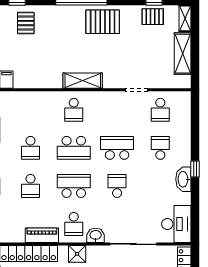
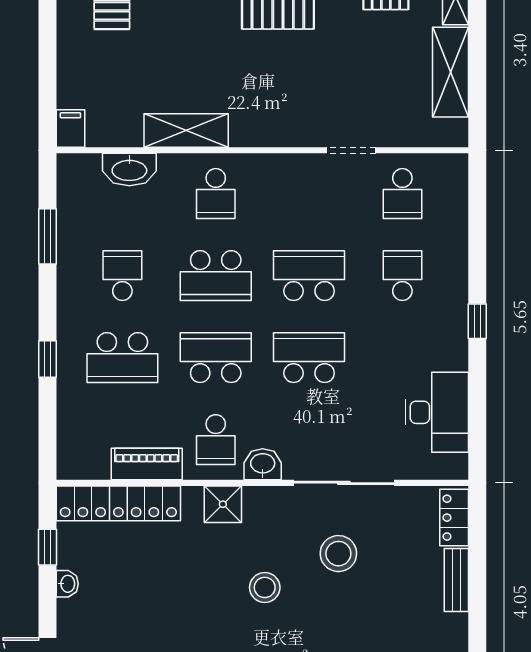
shelving: (83, 81) -> (186, 130), moved
school desk: (31, 148) -> (122, 276), turned 180
washbasin: (183, 179) -> (129, 169), moved, turned -90
school desk: (31, 186) -> (122, 358), width x1.85
school desk: (117, 186) -> (309, 358), width x1.85
desk: (176, 224) -> (437, 412), moved

